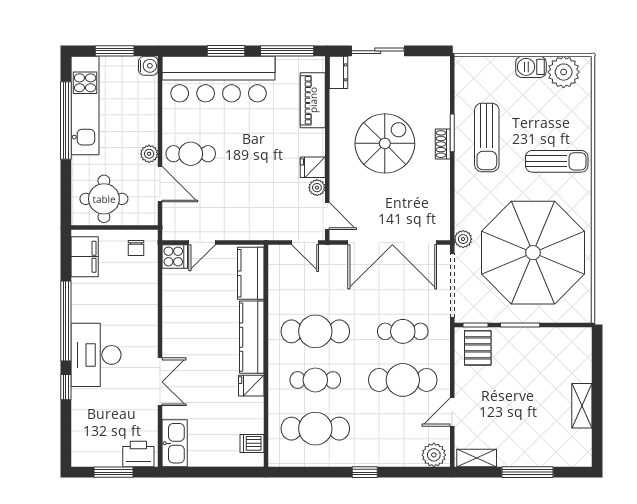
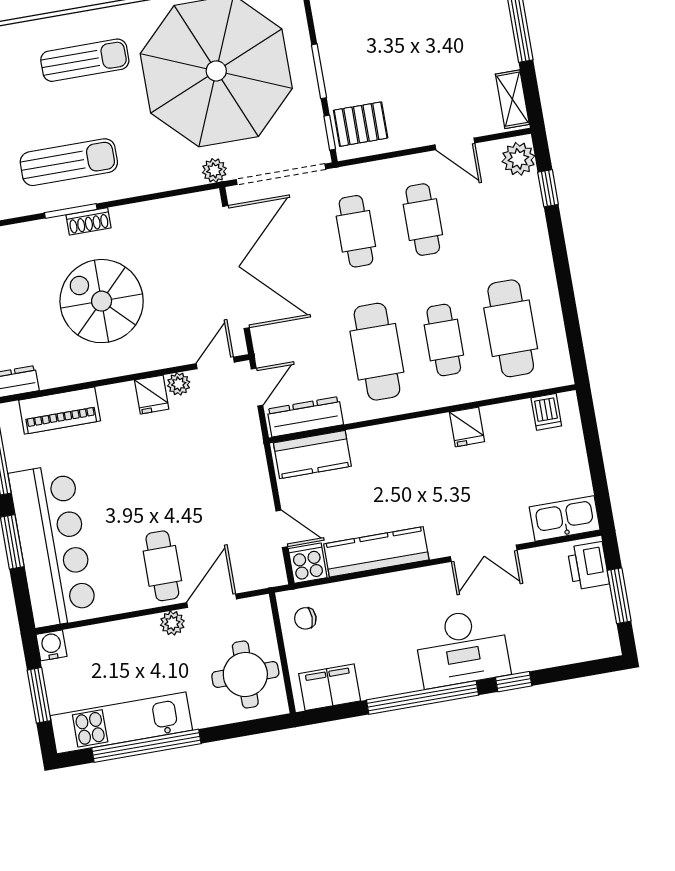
sun lounger: (557, 161) -> (85, 60), turned 90
chair: (136, 248) -> (305, 618), turned 180
dresser: (278, 273) -> (305, 417), added
kitchen counter: (252, 337) -> (376, 552), moved, turned 180
cafe table: (403, 380) -> (423, 220), width x0.73, depth x0.74
double door: (160, 382) -> (484, 553), swing flipped
window: (365, 472) -> (548, 188), moved

